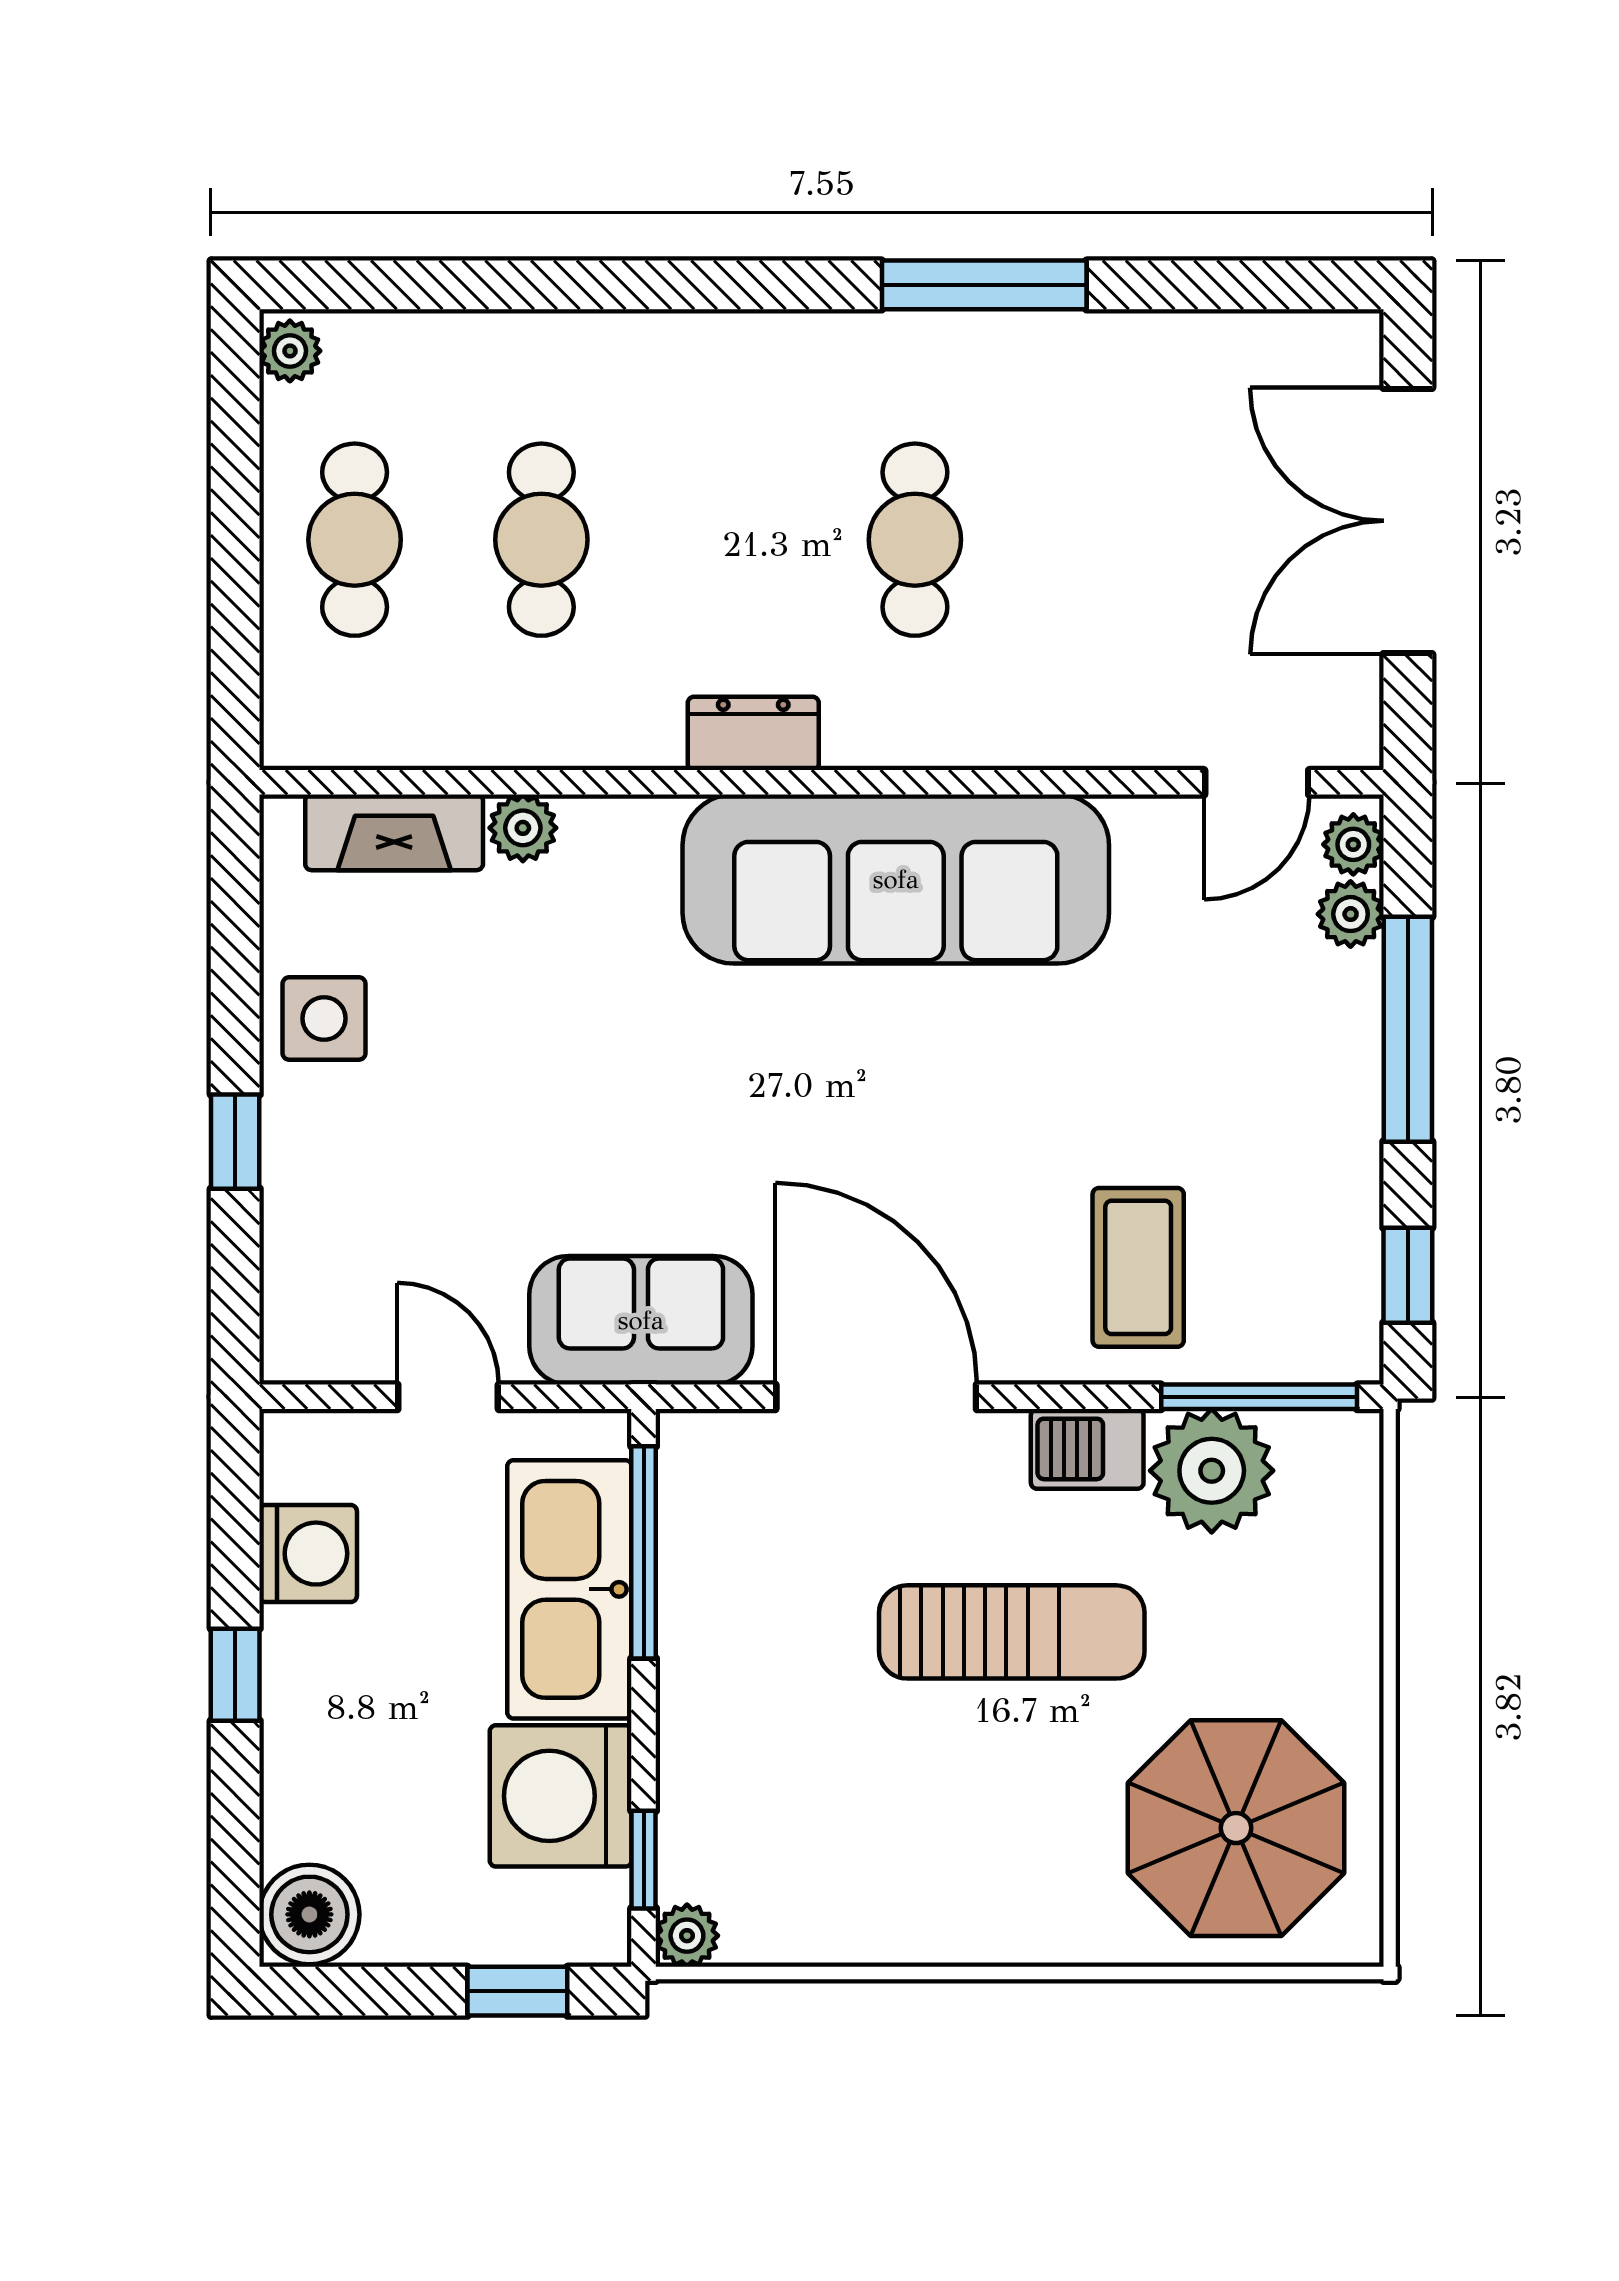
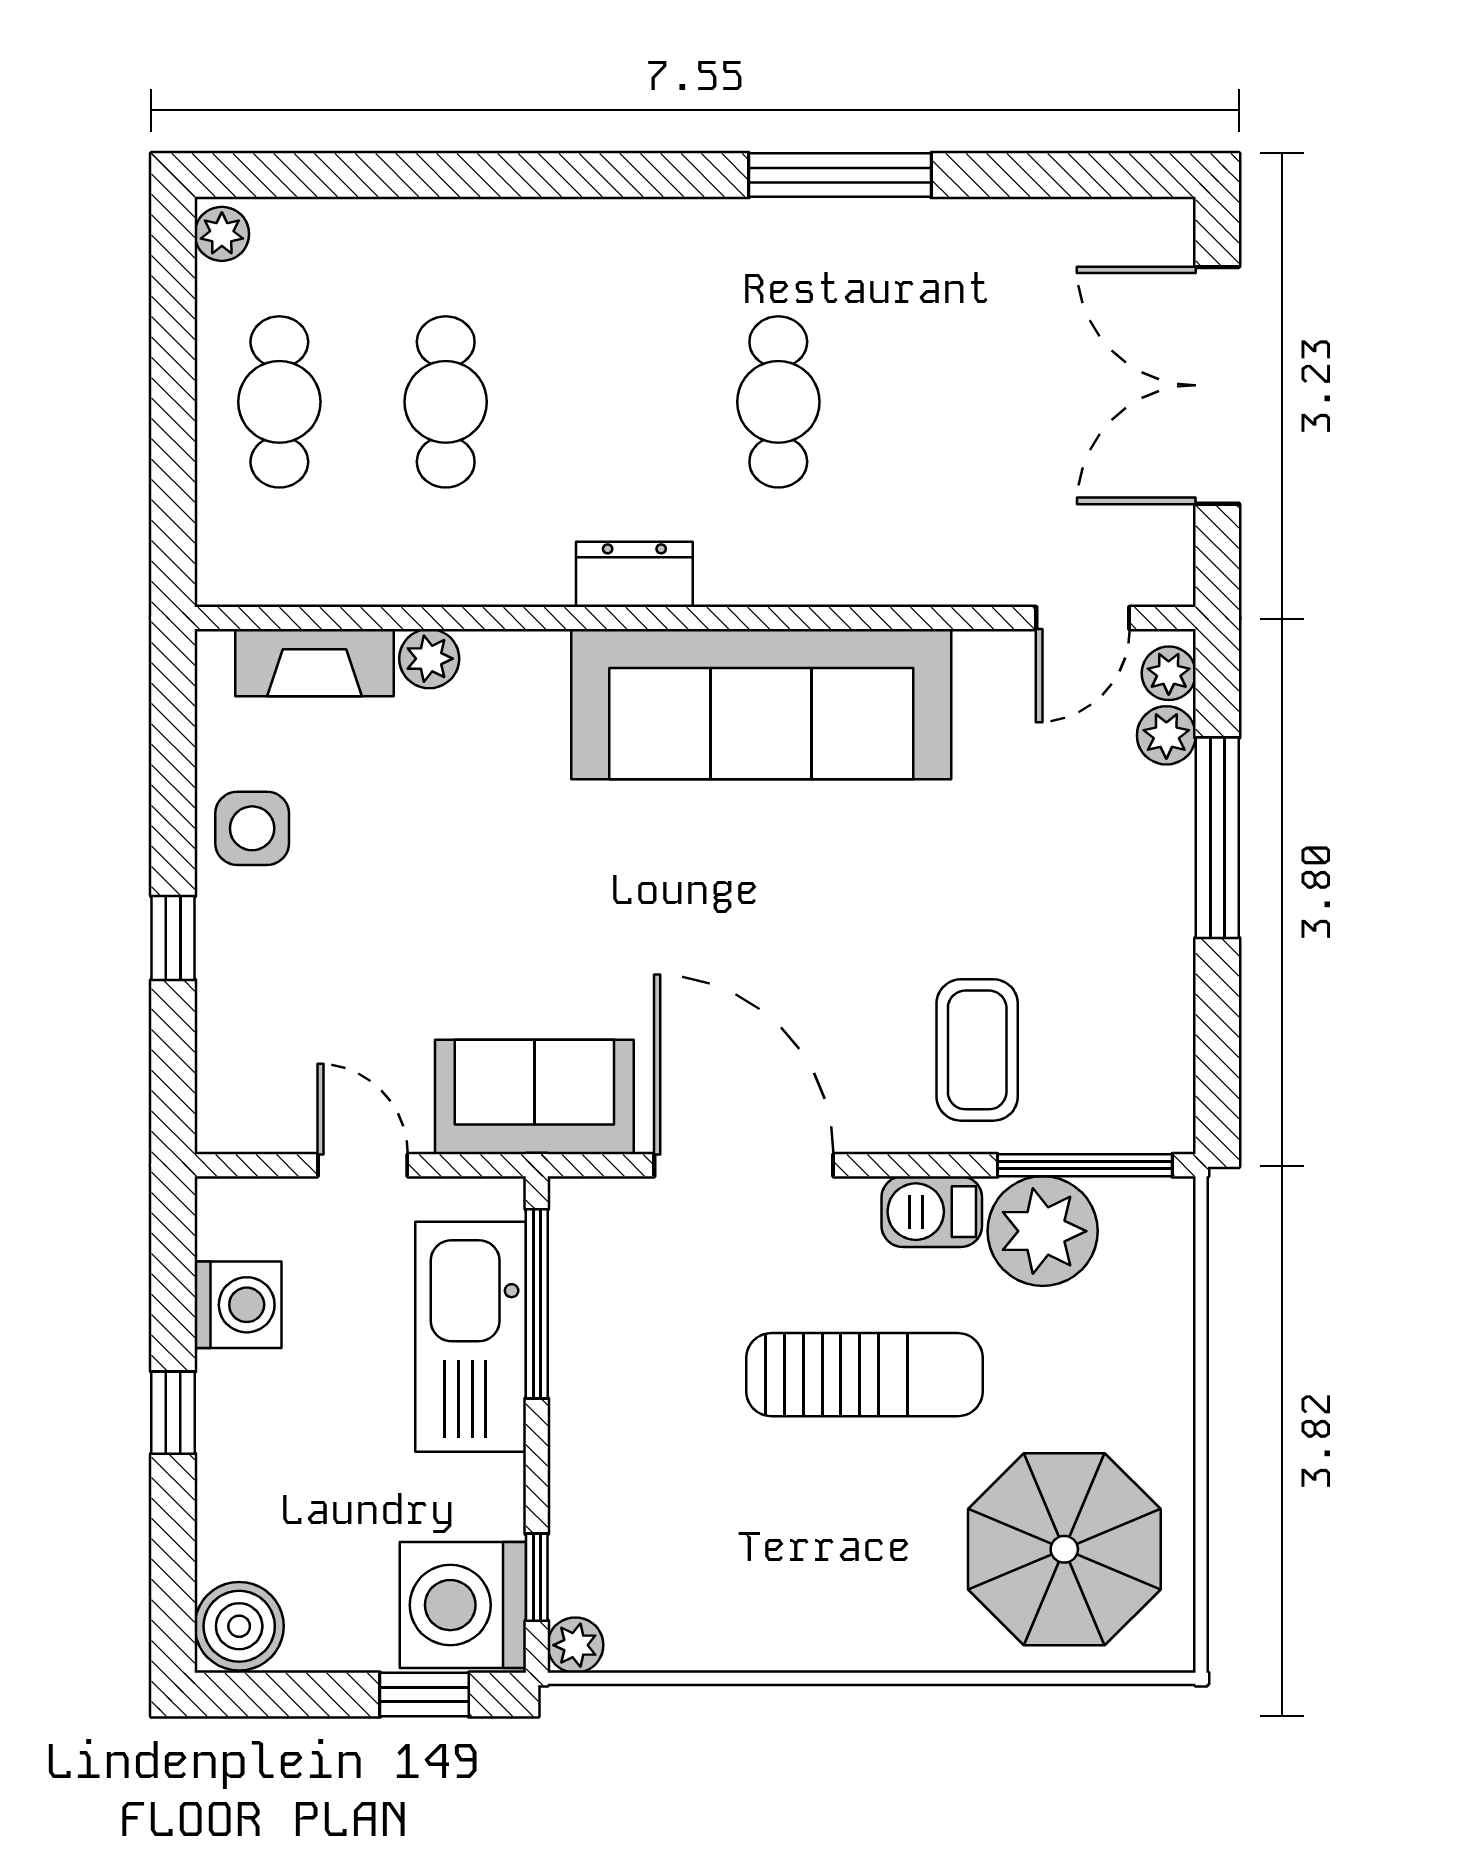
window: (1408, 1275) -> (1217, 1057), removed
washing machine: (561, 1796) -> (463, 1605), moved

